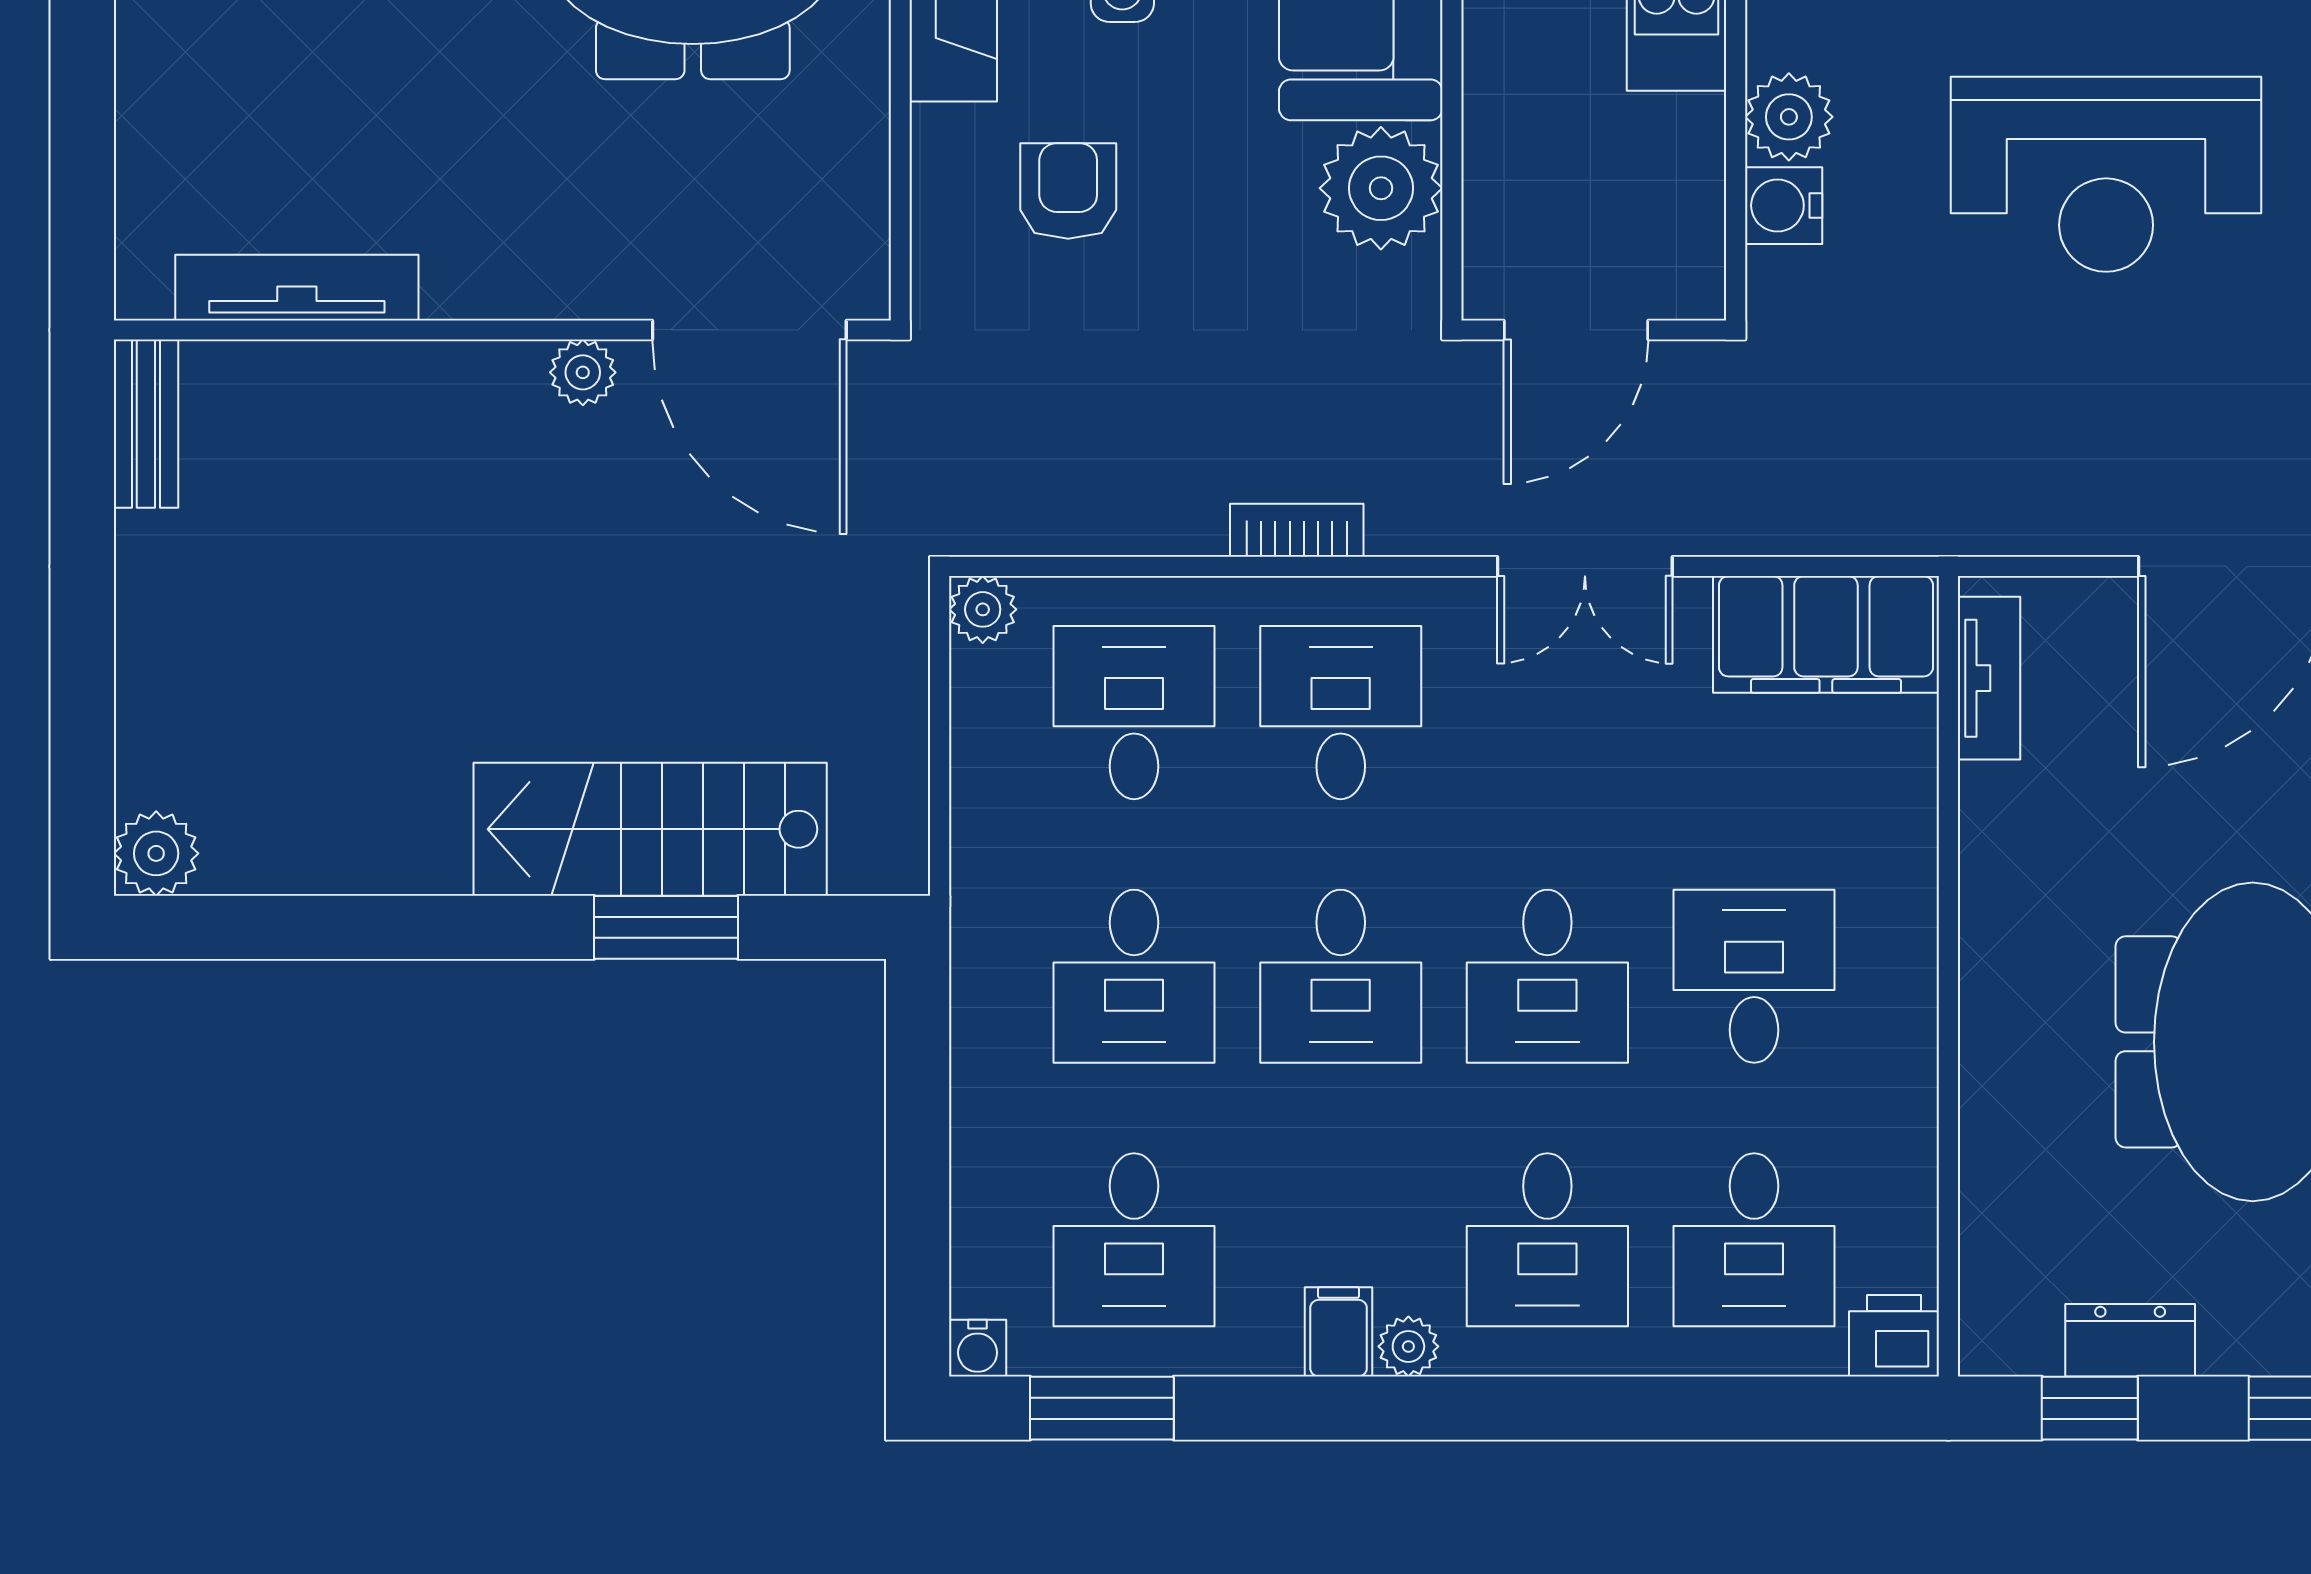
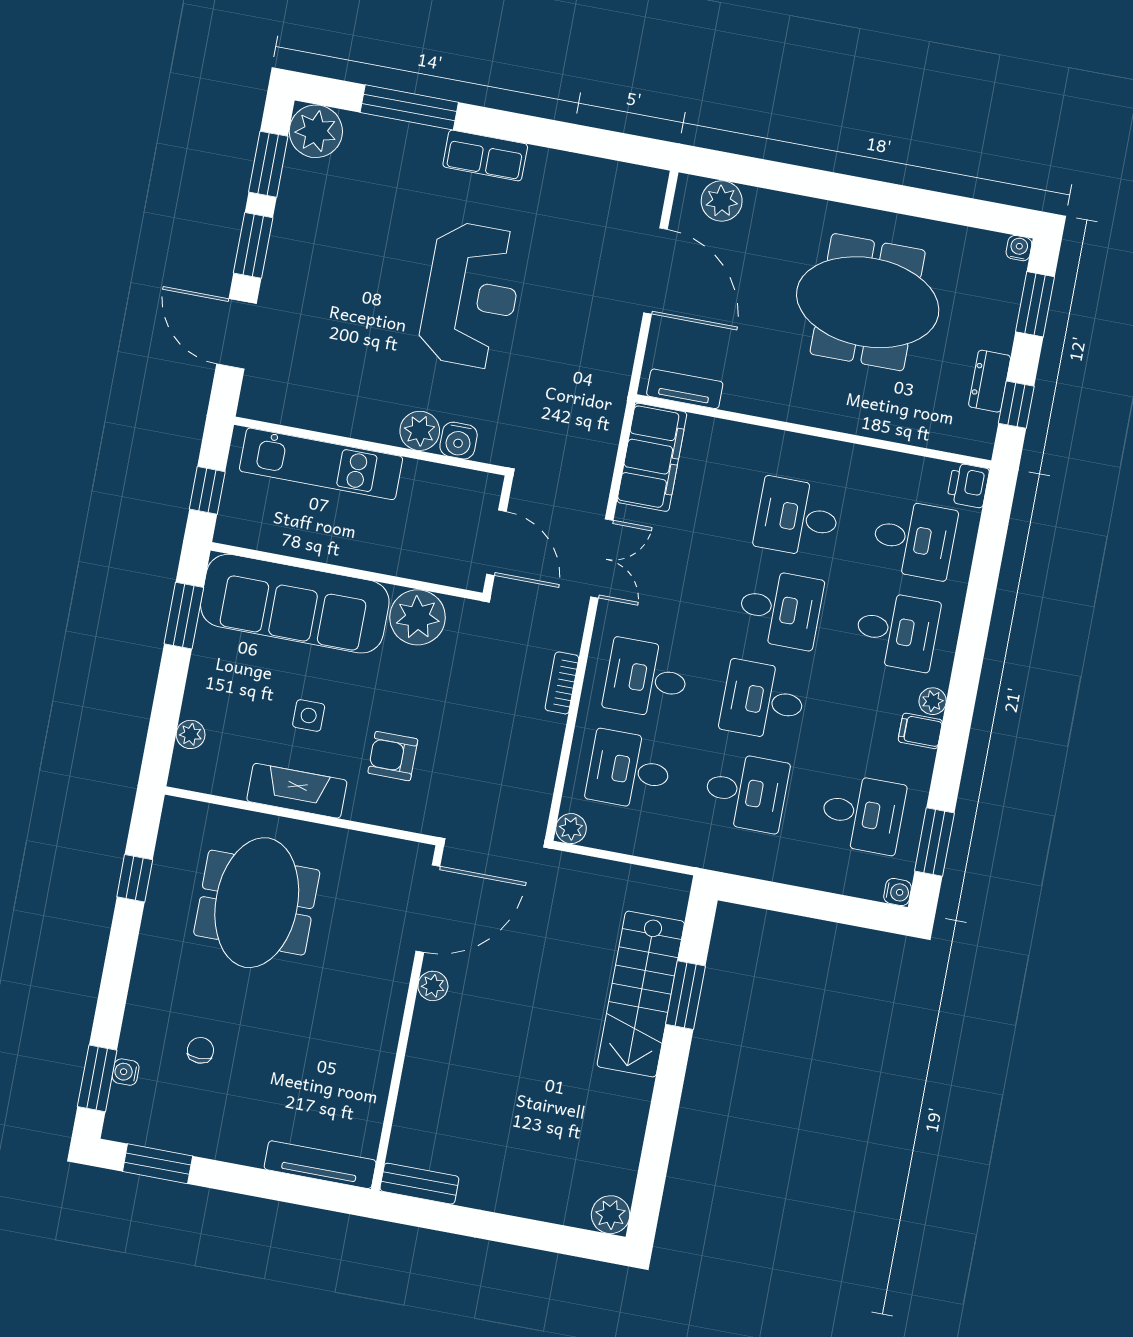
tv unit: (297, 288) -> (320, 1165), moved, turned 90
desk: (1341, 976) -> (763, 700), turned 180

